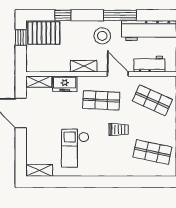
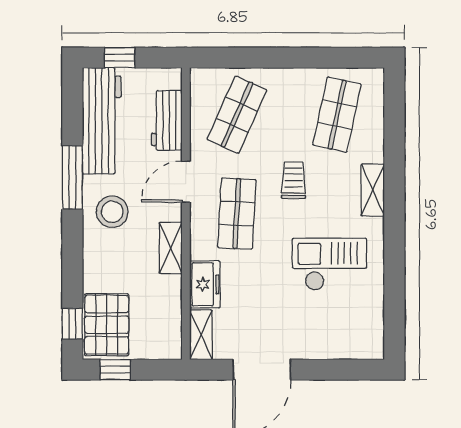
window: (63, 15) -> (72, 324), moved
checkout: (75, 148) -> (329, 264), turned 180
shelving: (39, 170) -> (373, 190), moved

